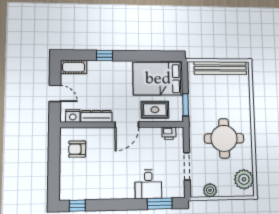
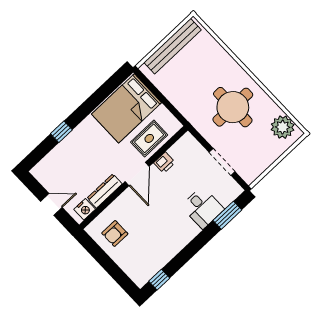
cot: (74, 67) -> (45, 167), removed
window: (186, 105) -> (172, 109), removed
printer: (169, 133) -> (164, 163), moved
plant: (210, 190) -> (261, 164), removed

